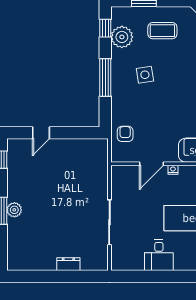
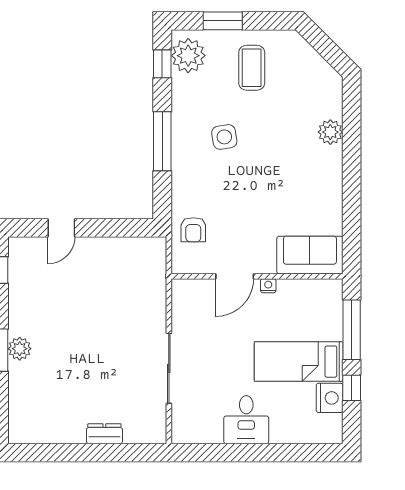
coffee table: (162, 31) -> (252, 68), turned 90
plant: (122, 37) -> (188, 56), moved
armchair: (125, 134) -> (193, 230), turned 180

